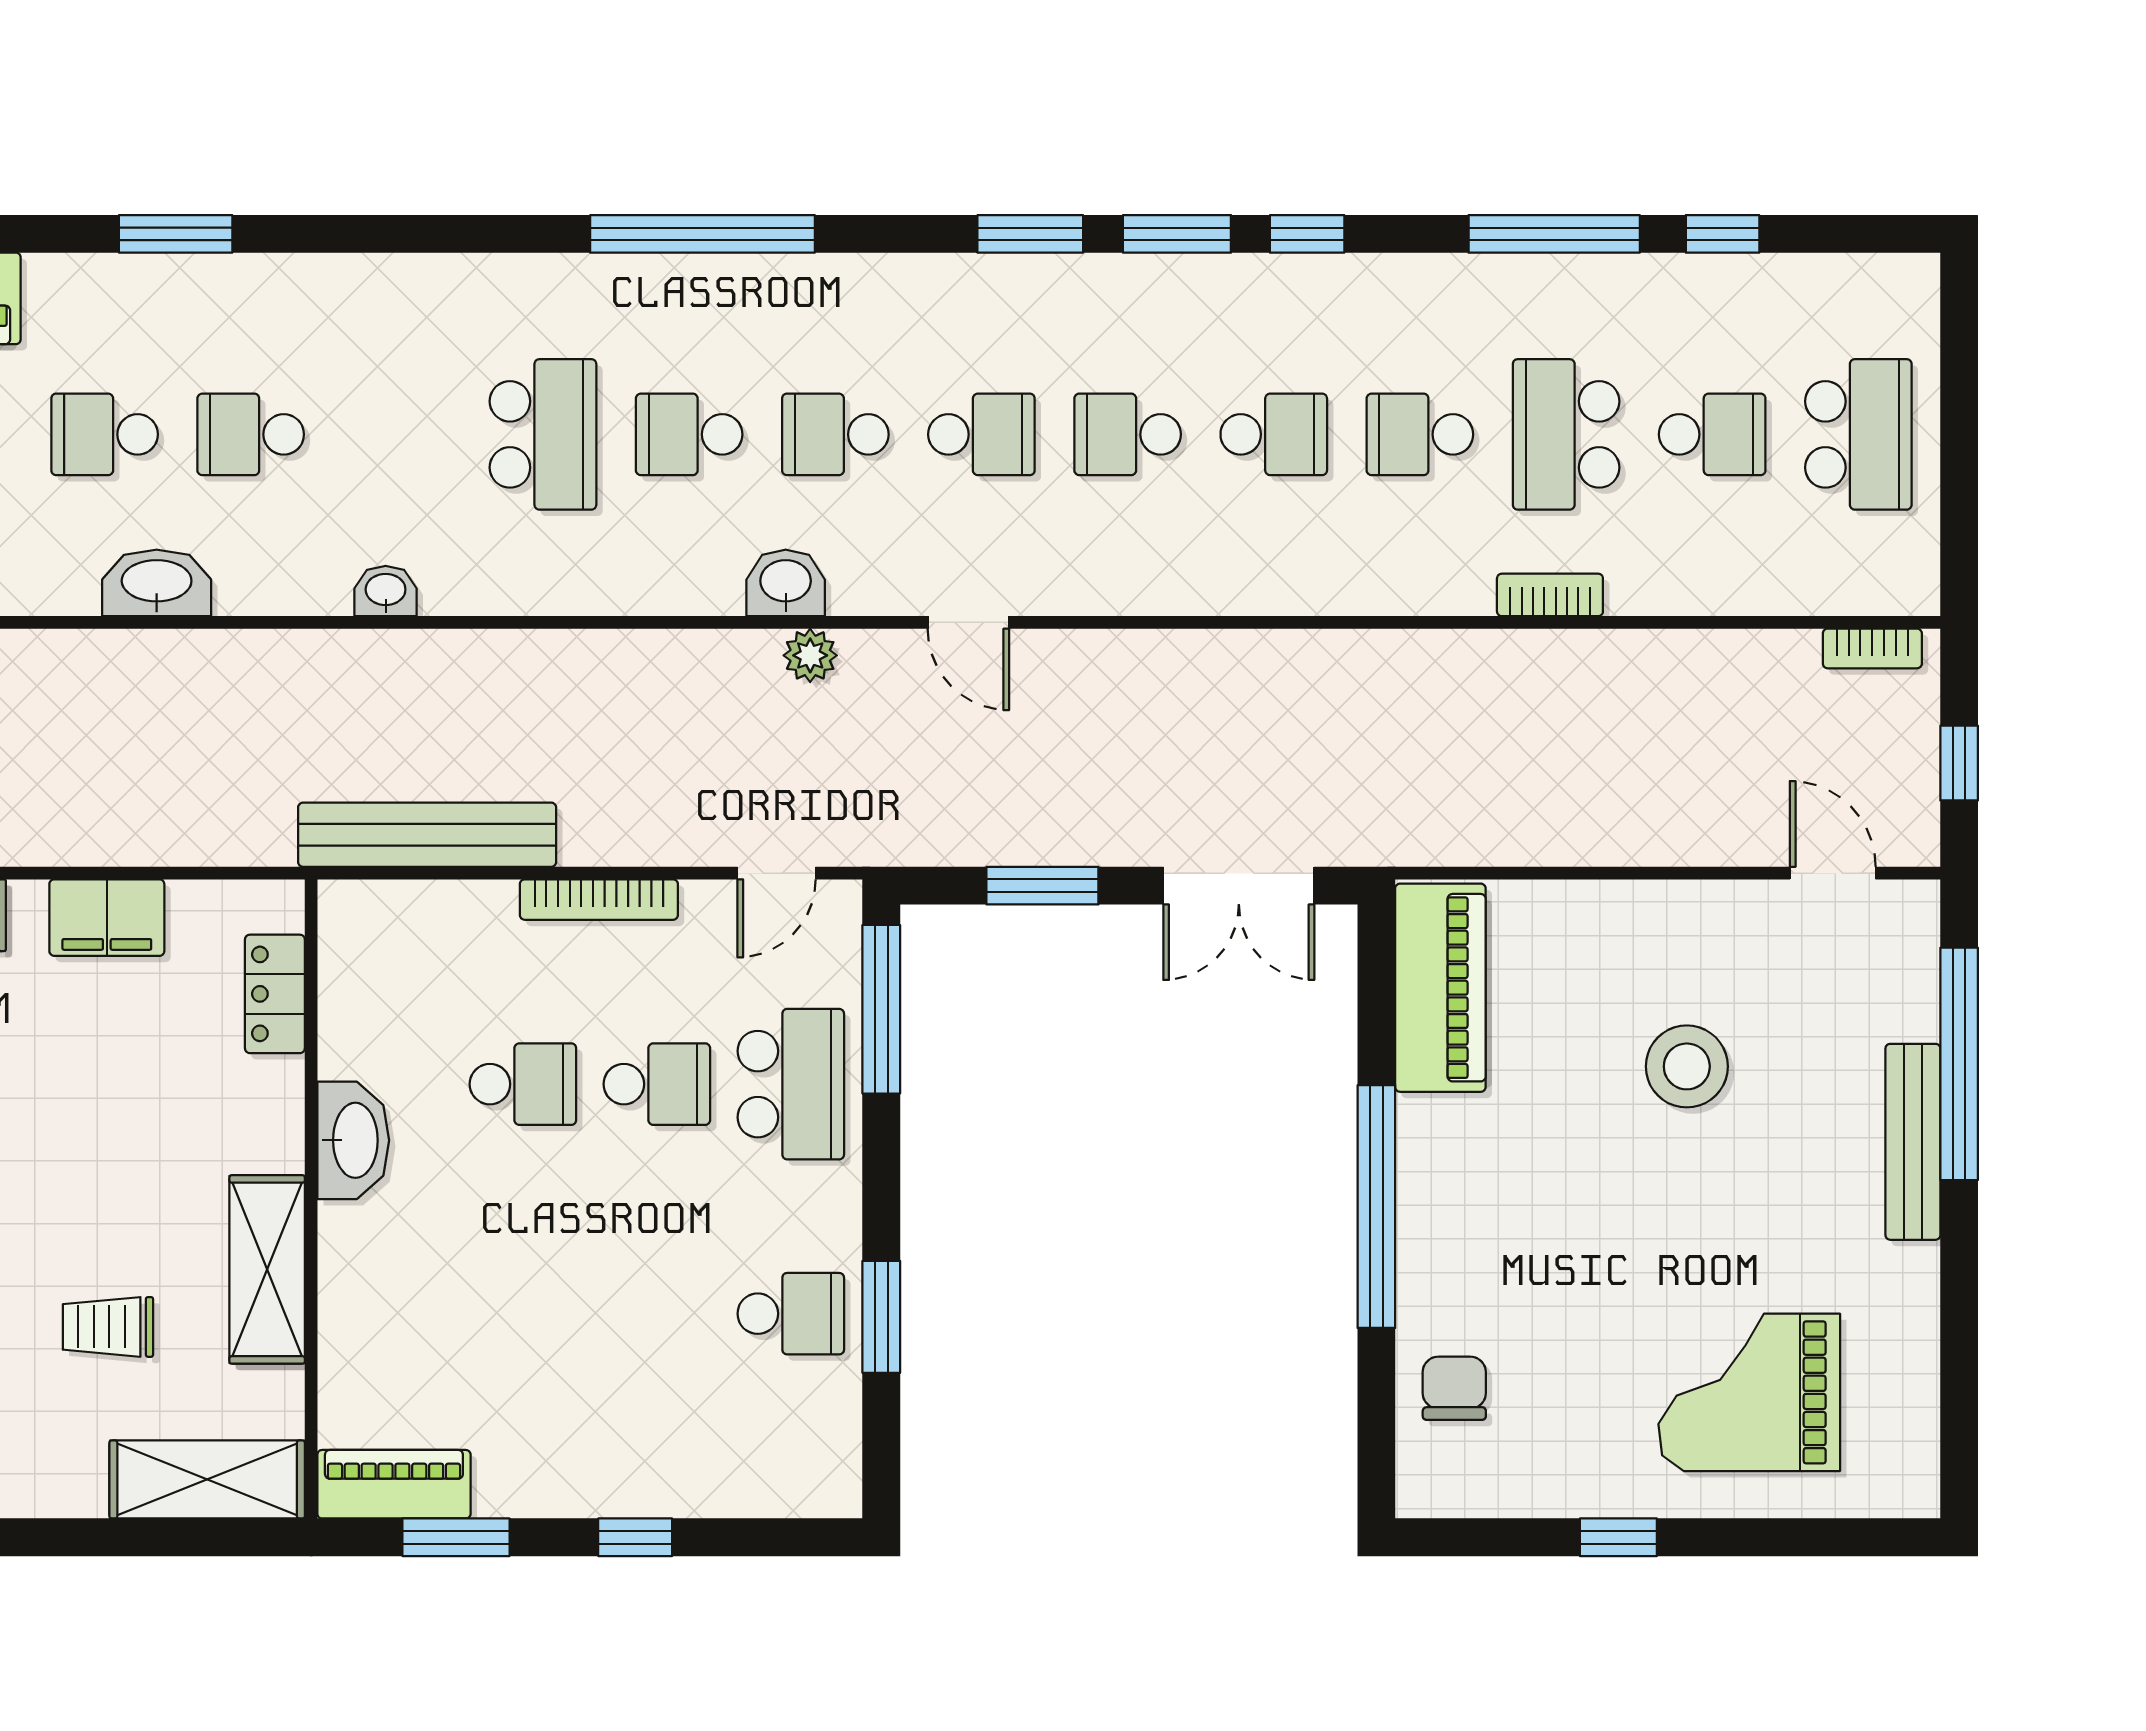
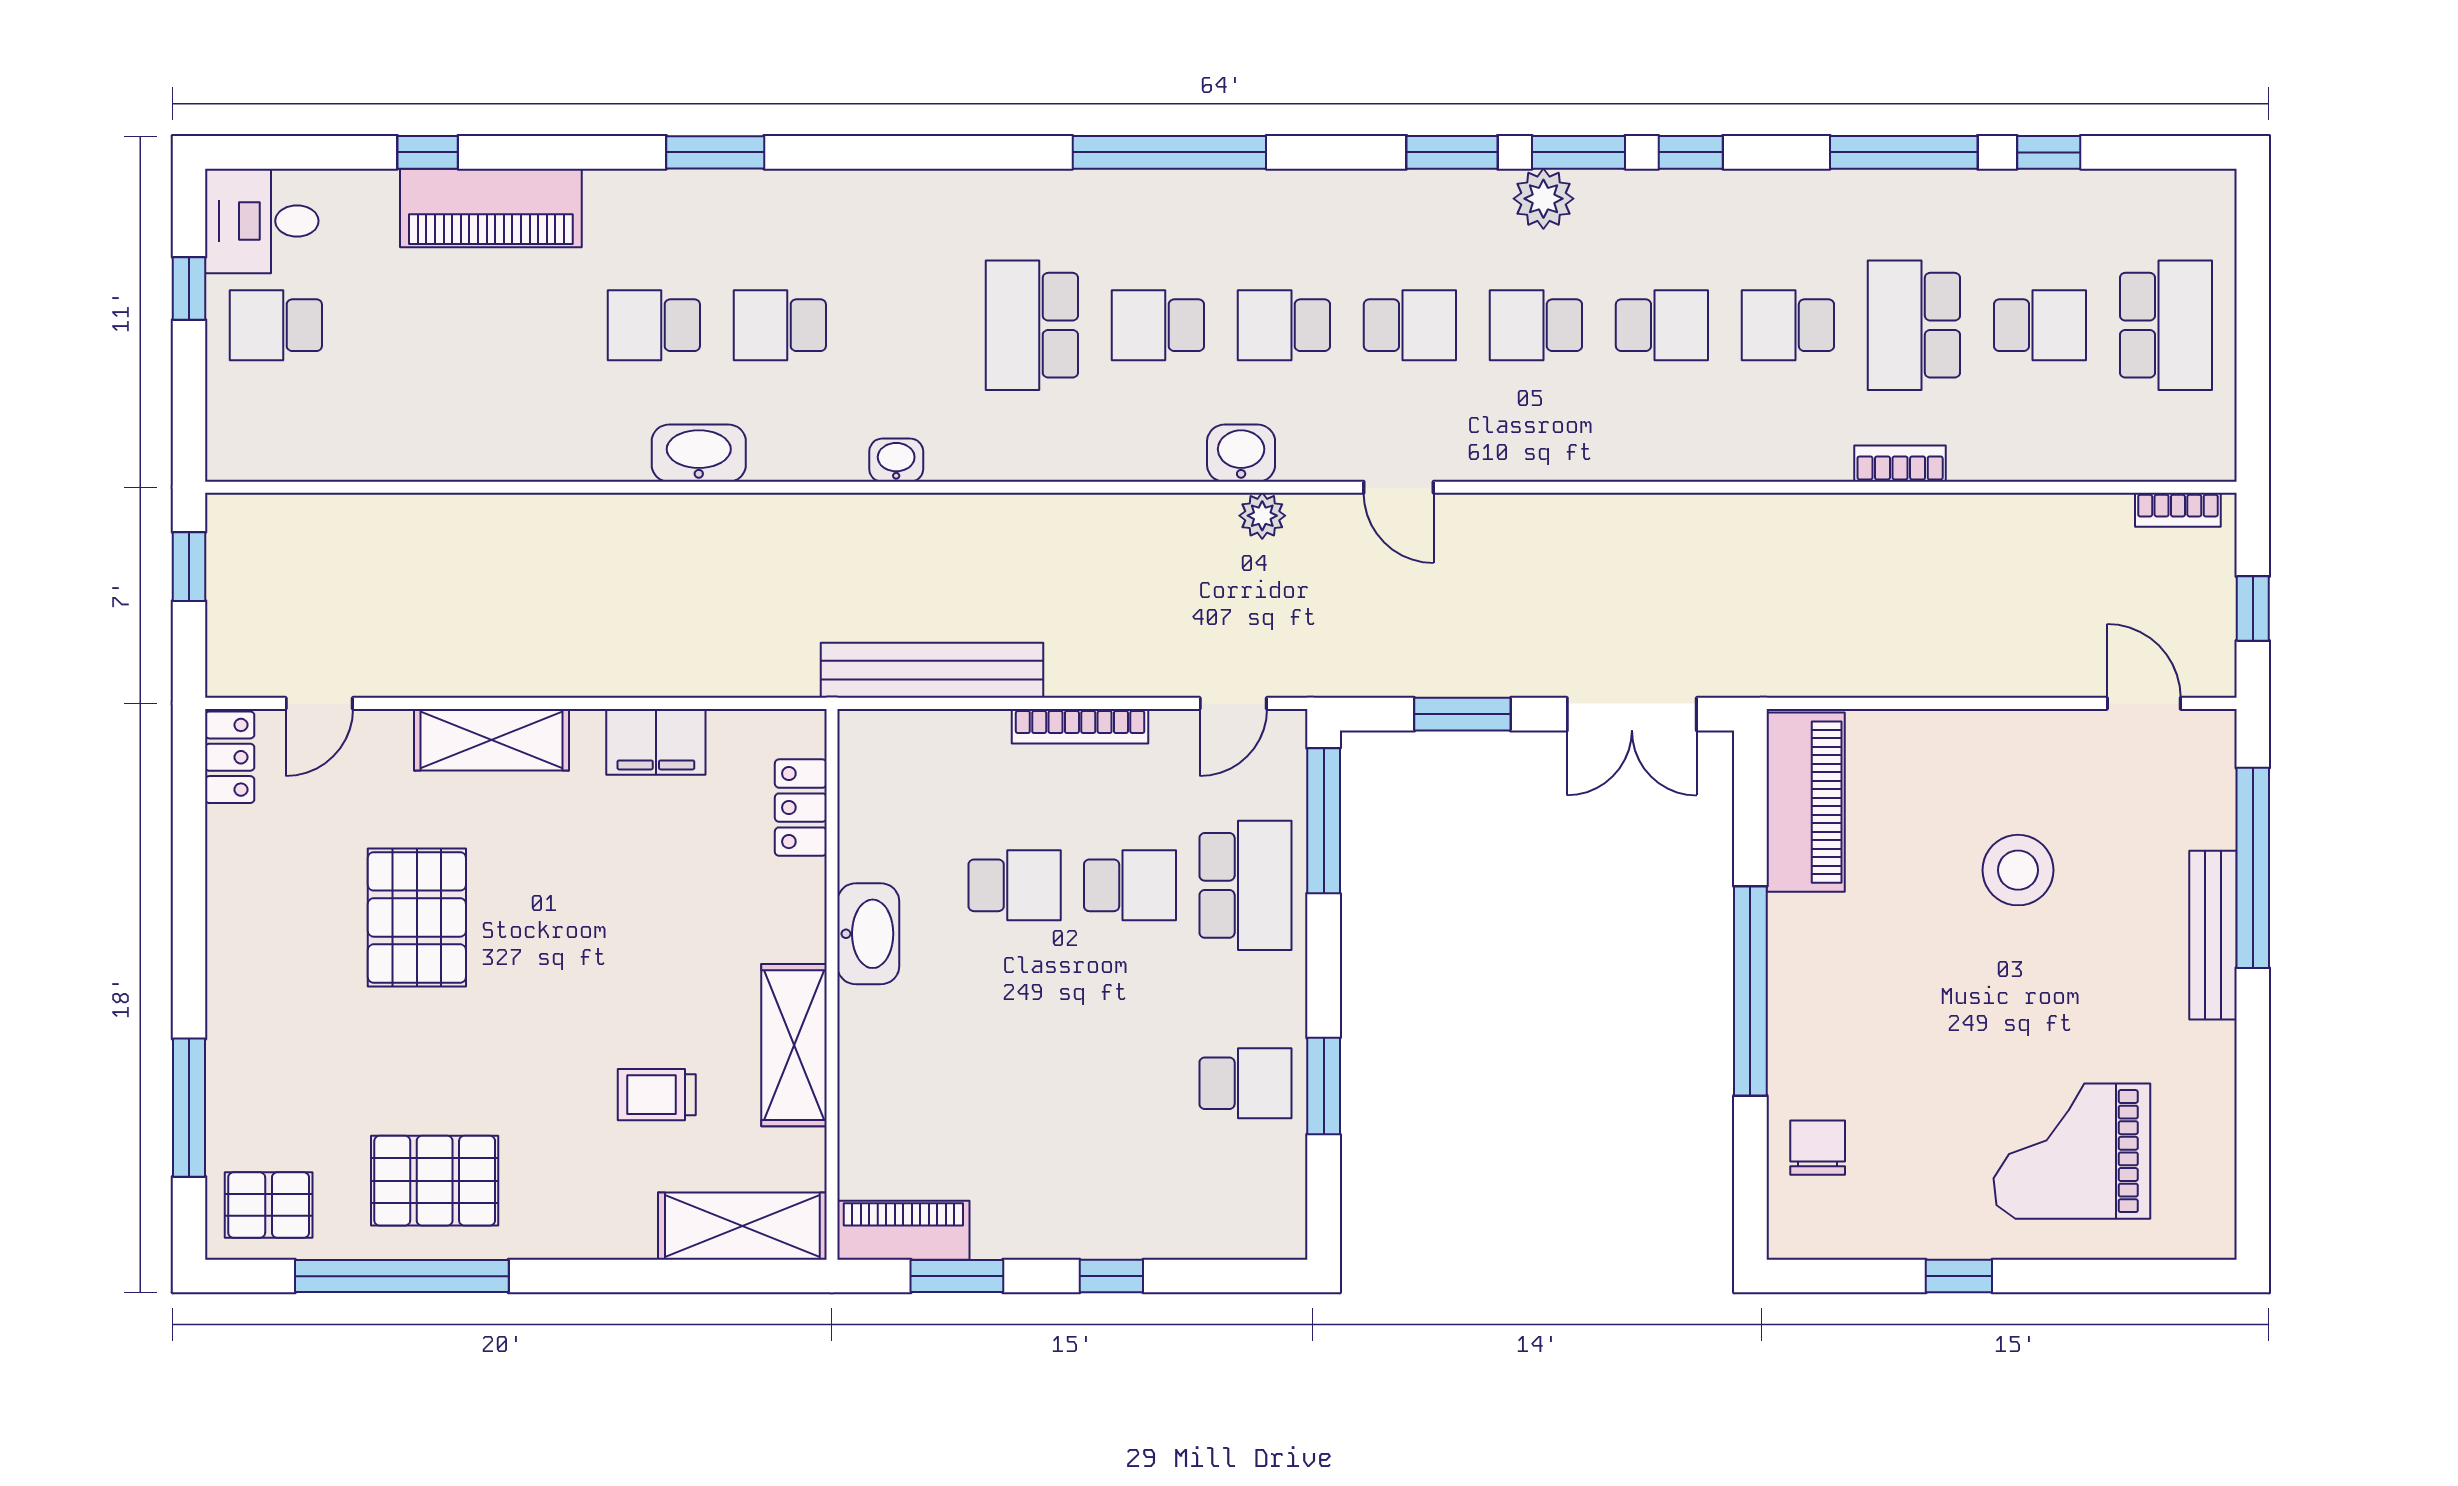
plant: (1136, 288) -> (1543, 199), added
school desk: (543, 434) -> (1032, 325), turned 180

